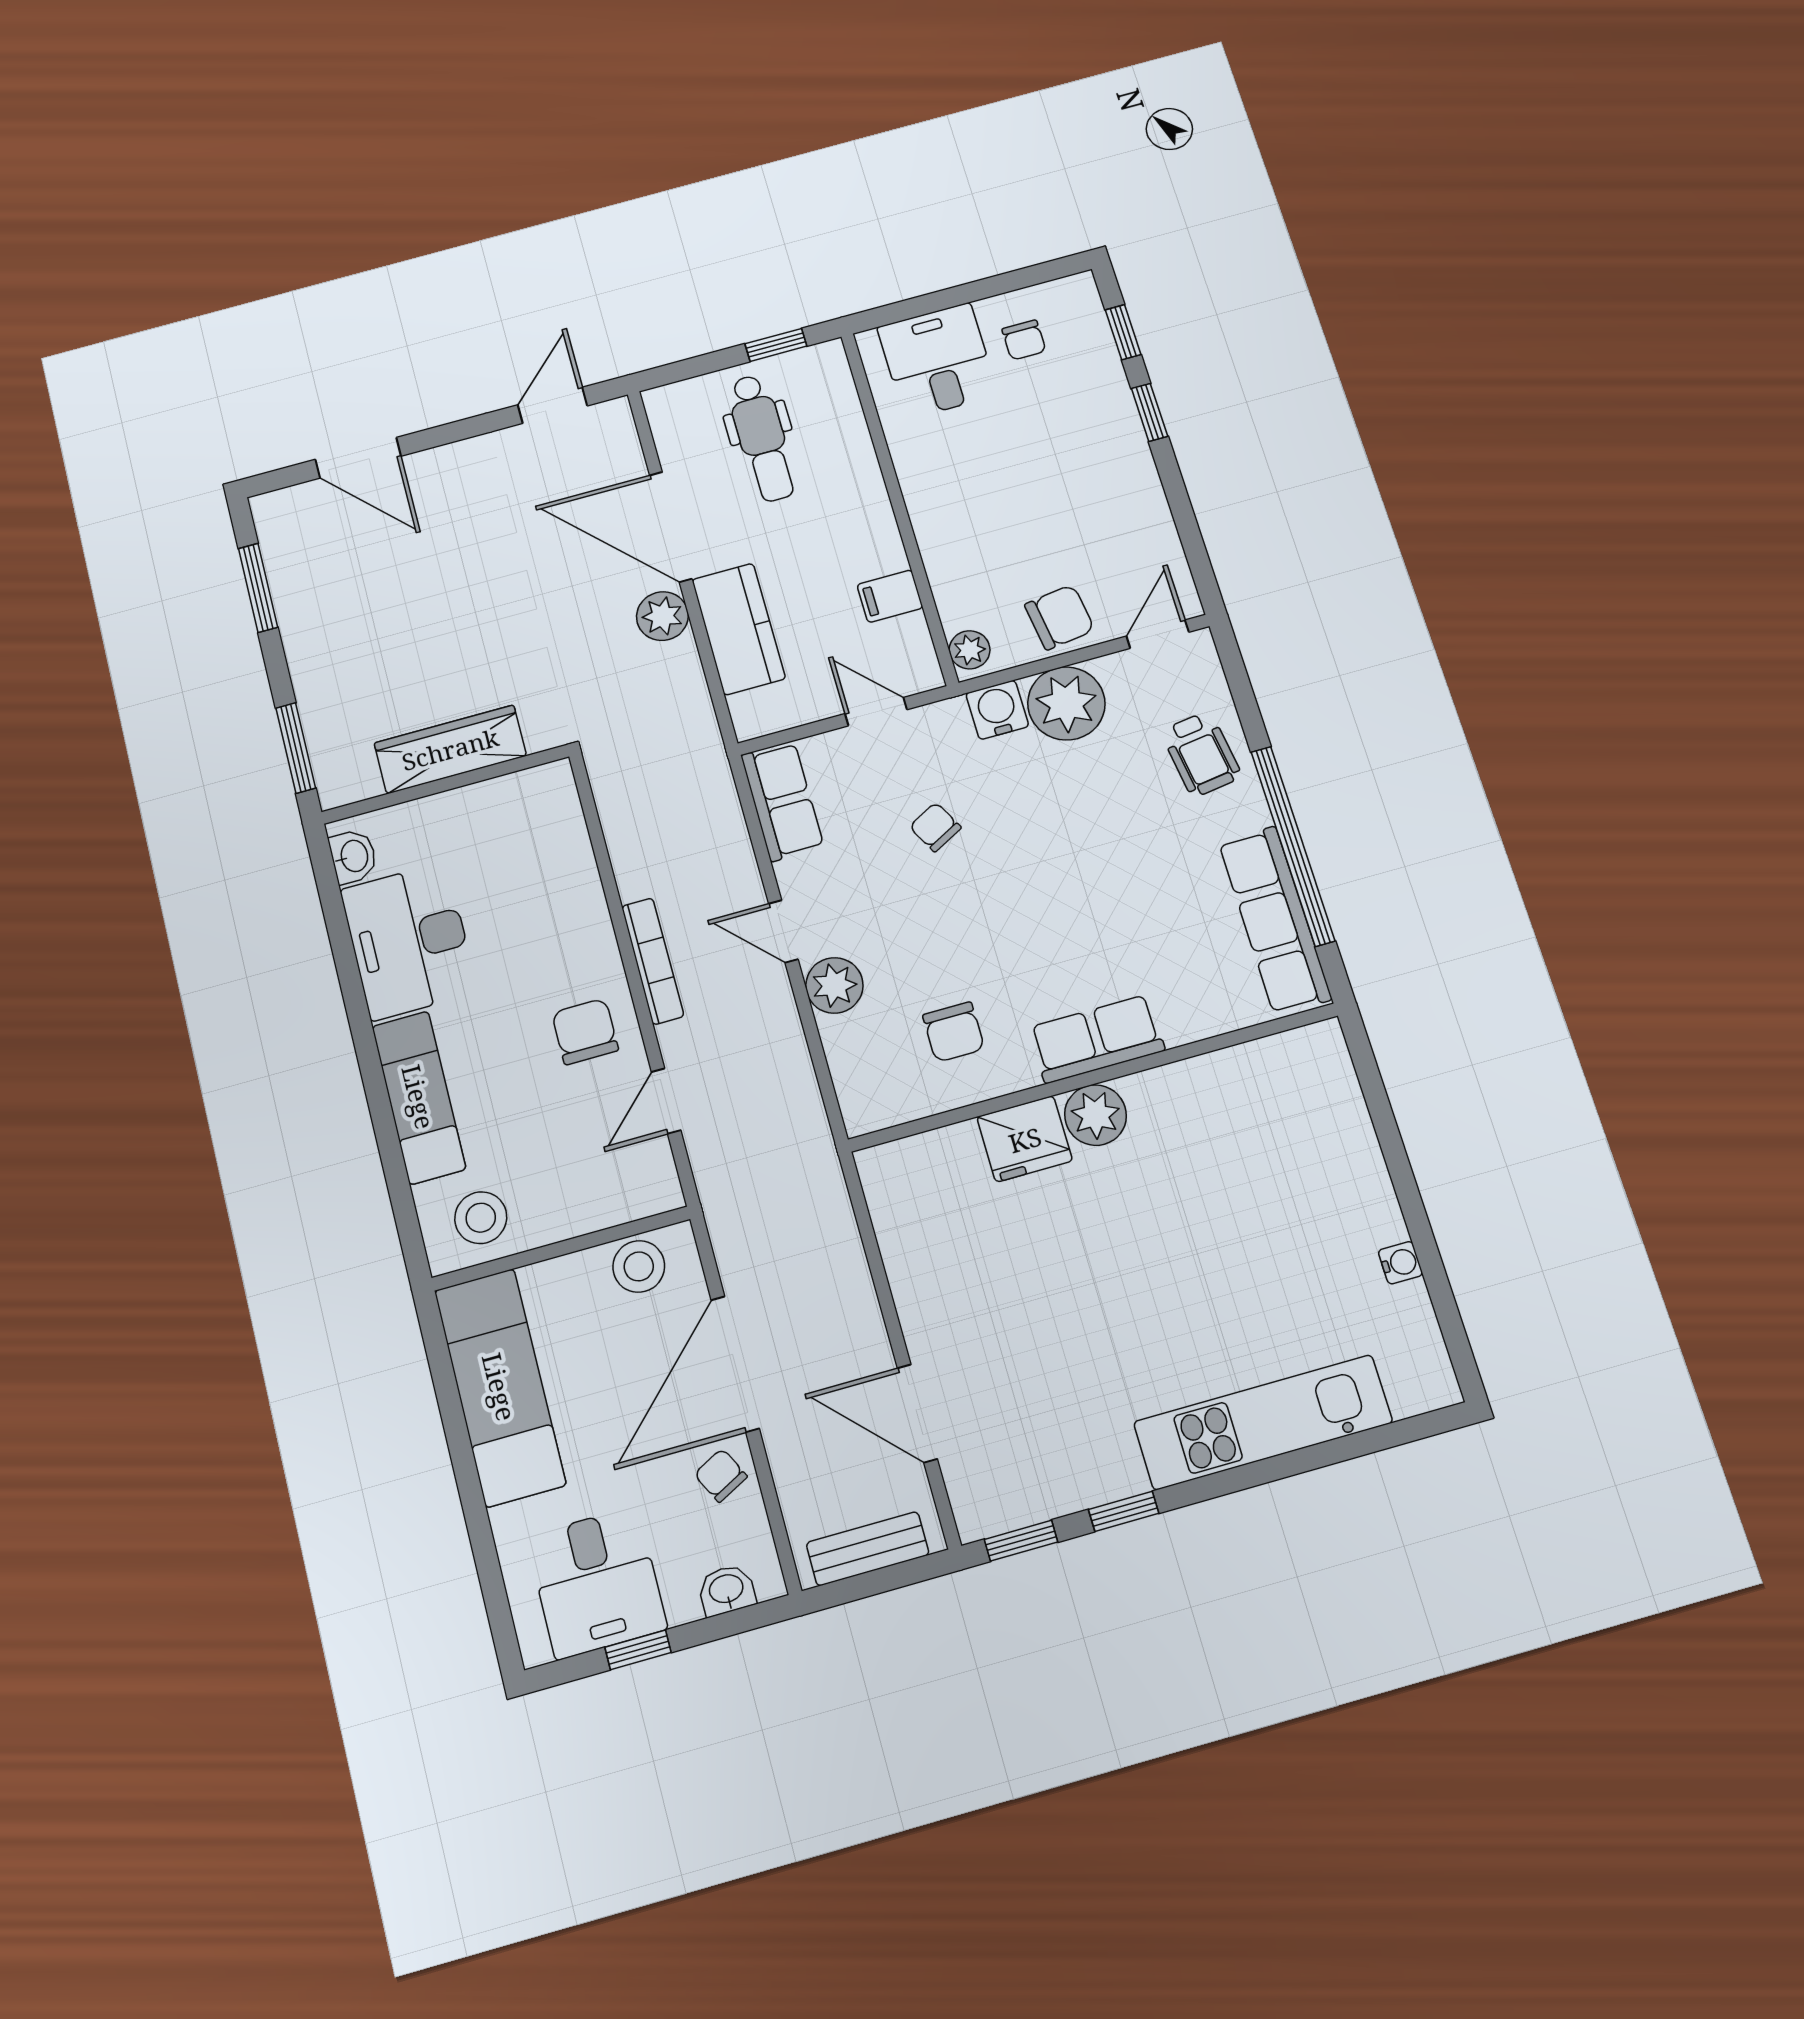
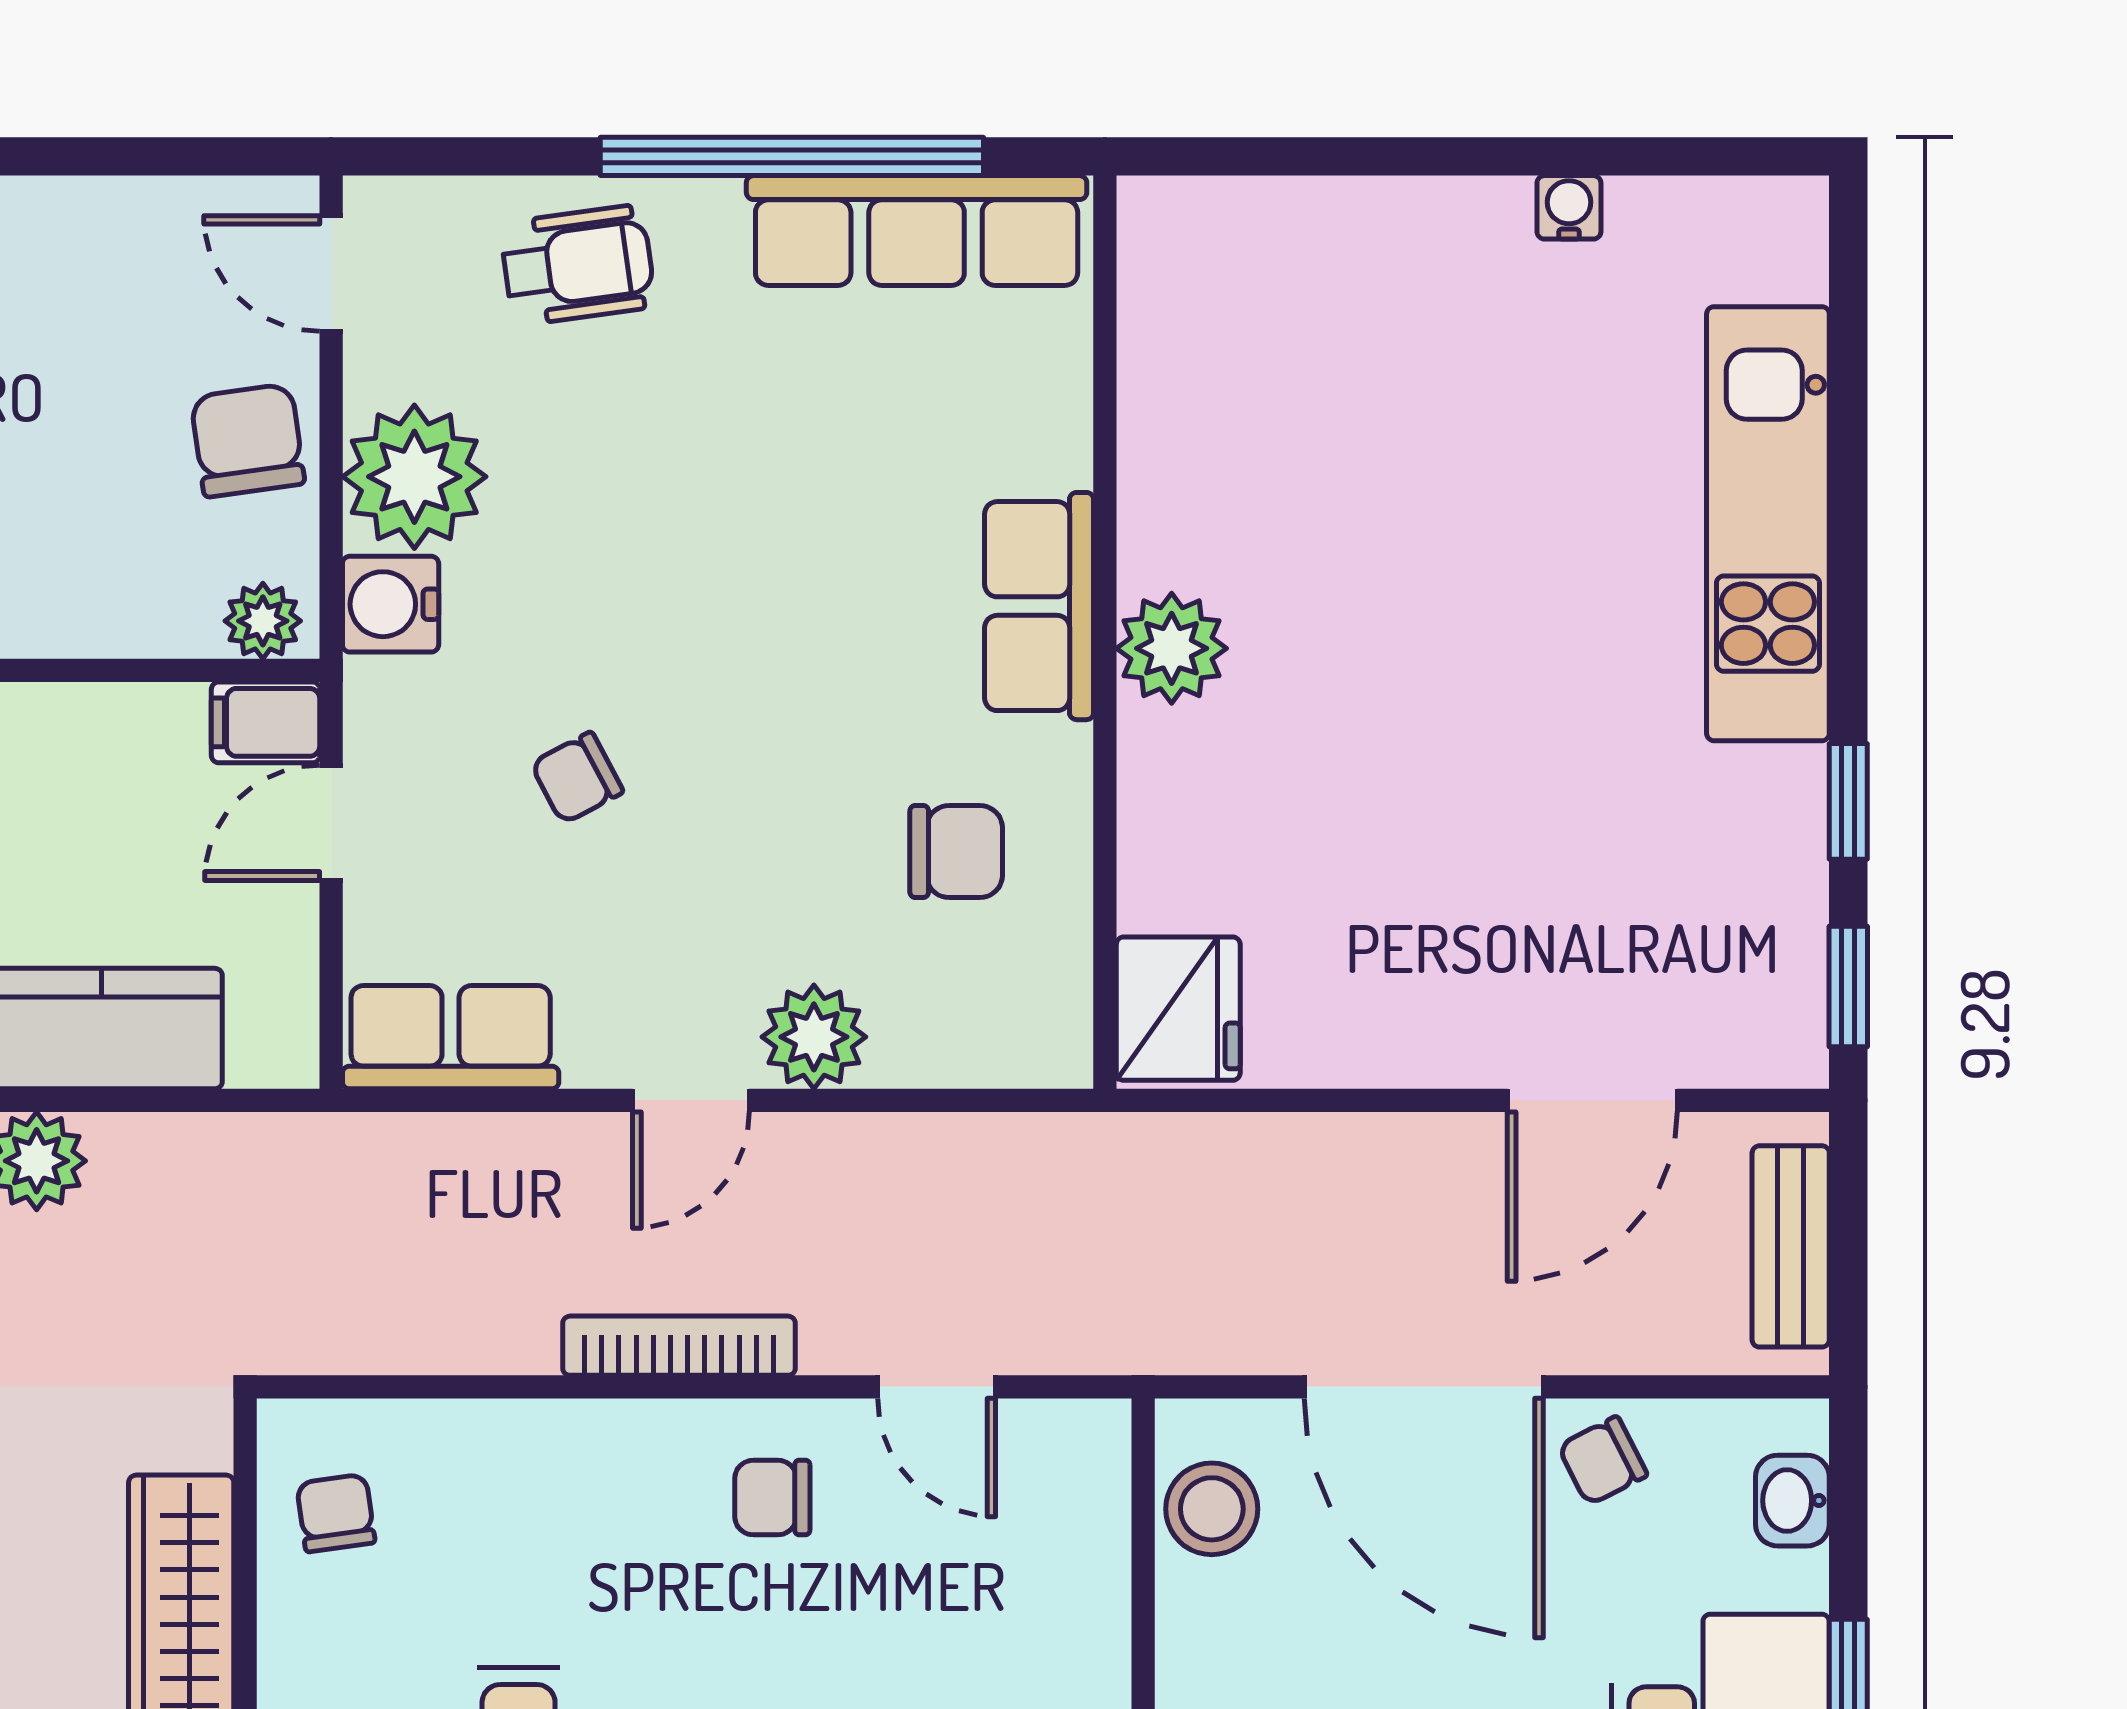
filing cabinet: (890, 596) -> (266, 722), moved, turned 90
chair: (520, 812) -> (336, 1513), added
chair: (585, 1031) -> (772, 1498), width x0.73, depth x0.73
fridge: (1025, 1139) -> (1178, 1009), moved

